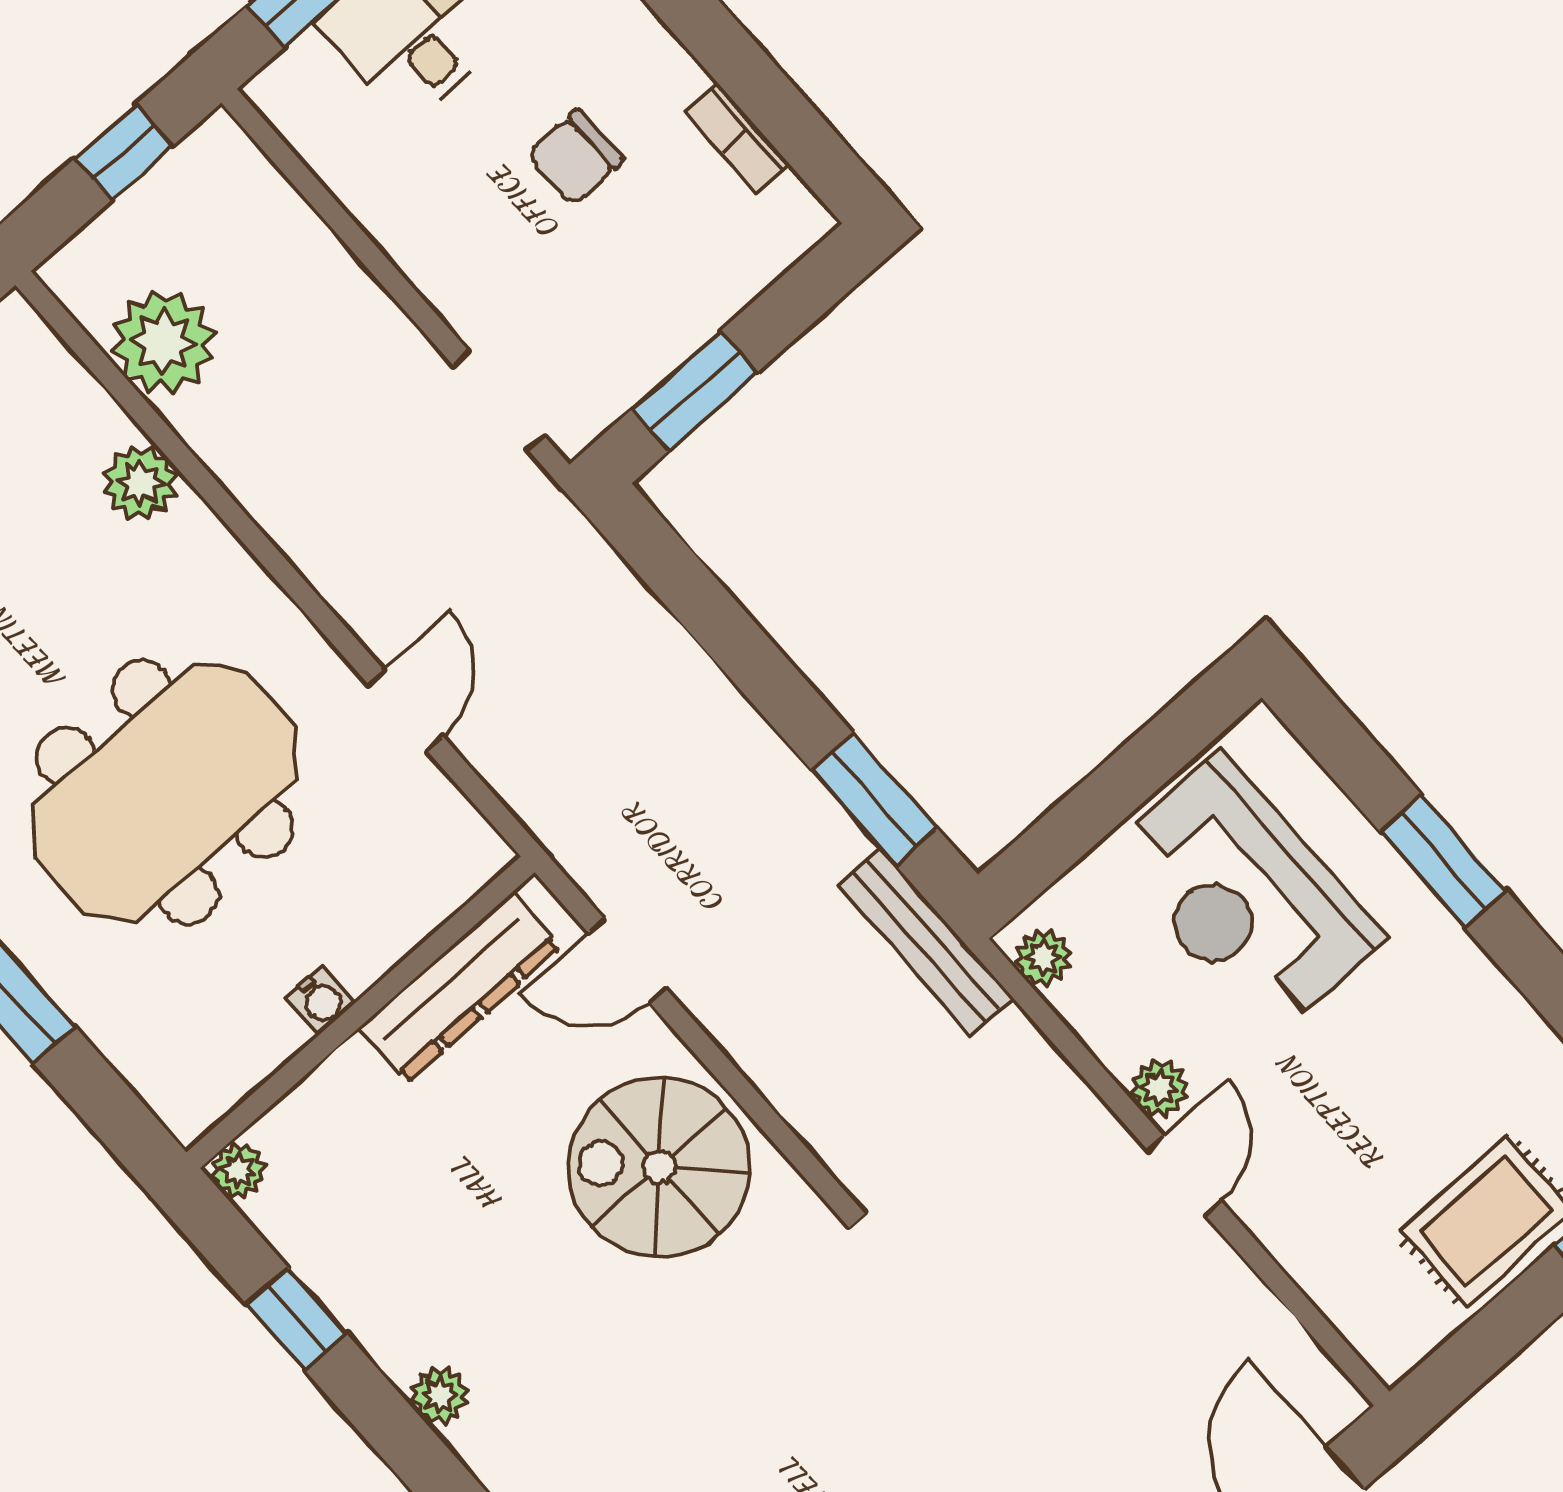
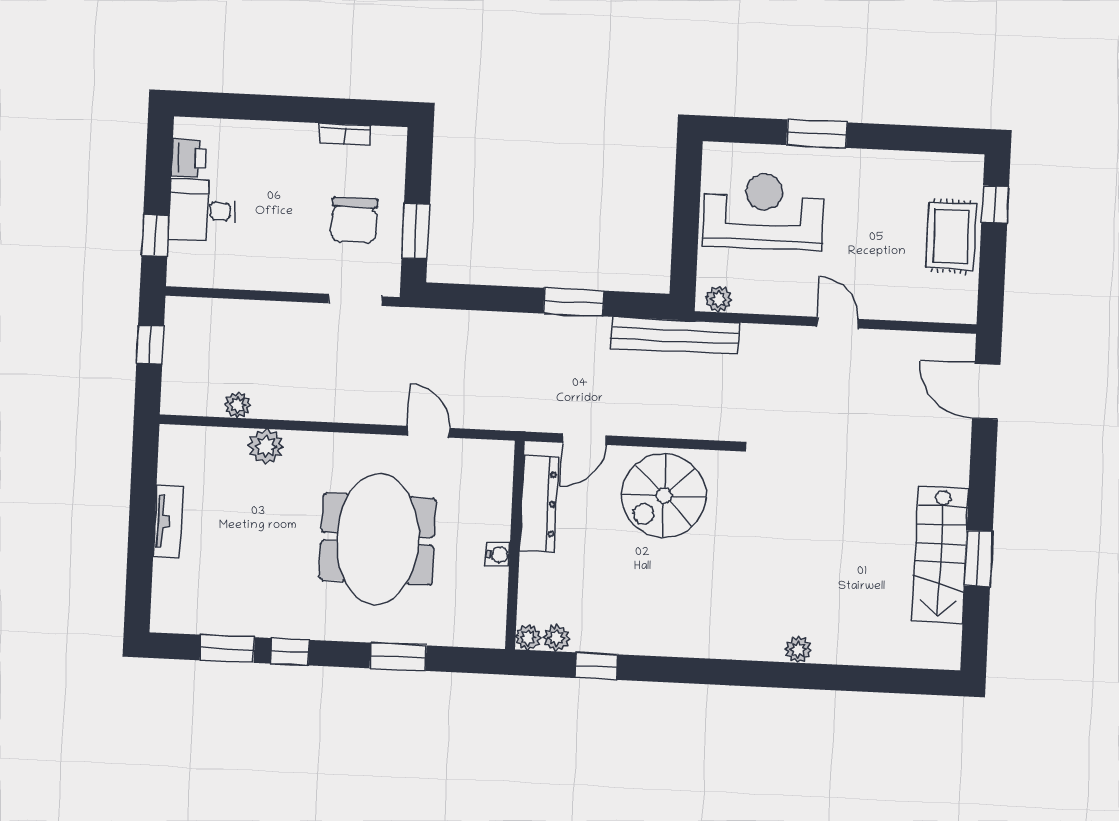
chair: (575, 157) -> (354, 220), moved, width x1.37, depth x1.37
plant: (164, 342) -> (238, 405), width x0.53, depth x0.53
window: (874, 799) -> (574, 302), moved
reception desk: (1245, 896) -> (763, 211), turned 180
bench: (926, 941) -> (675, 336), width x1.37, depth x1.21
plant: (1160, 1088) -> (800, 303), removed
plant: (439, 1395) -> (557, 638), moved

